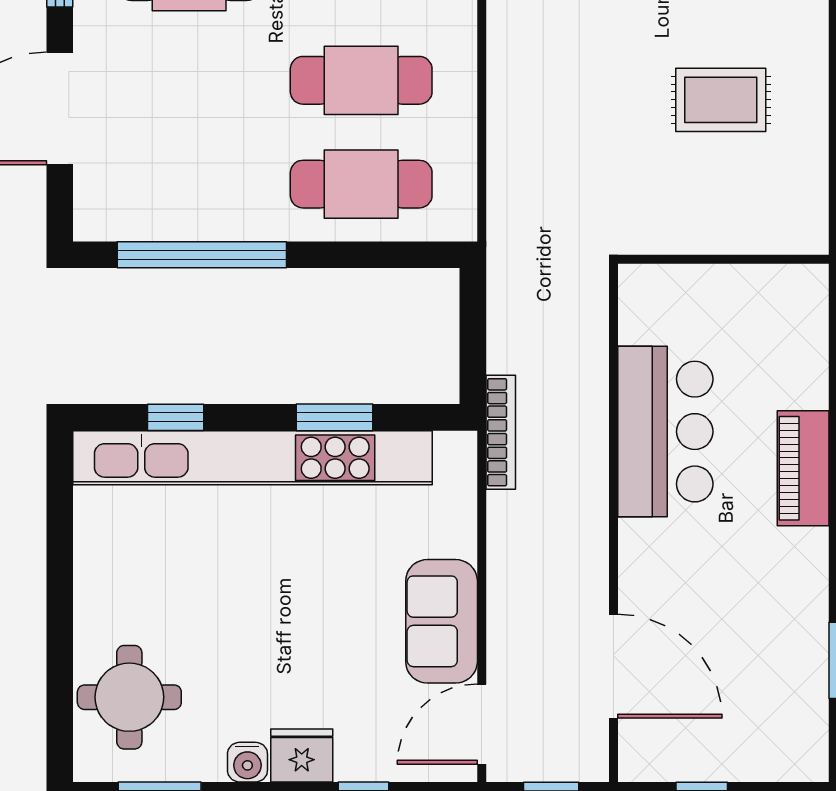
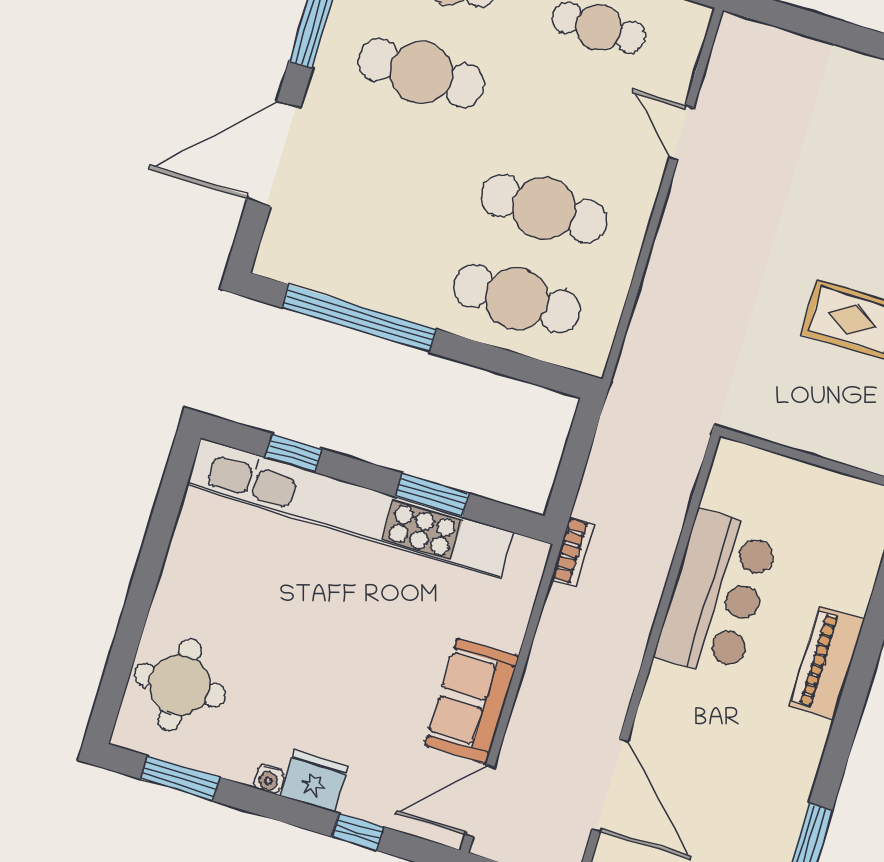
bookcase: (501, 432) -> (573, 552), width x0.64
water cooler: (247, 762) -> (269, 779), width x0.72, depth x0.72

